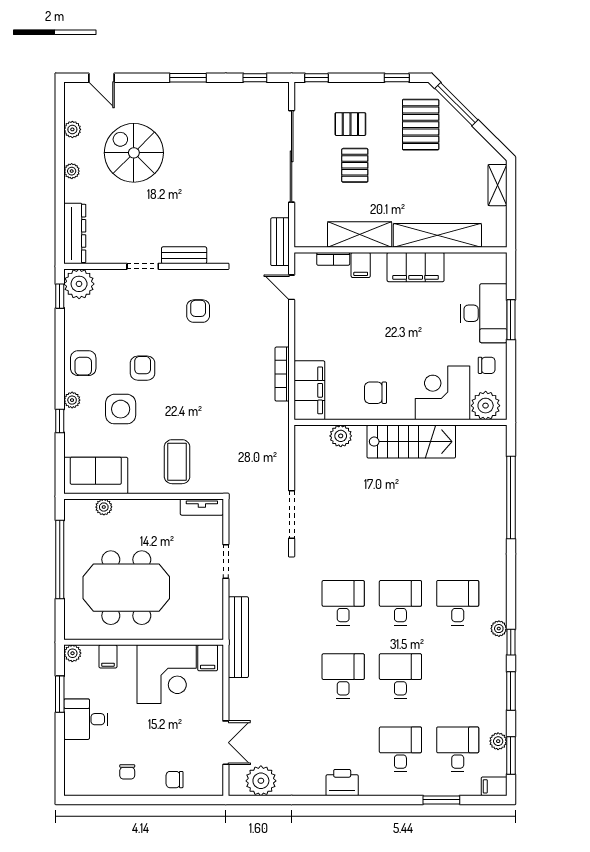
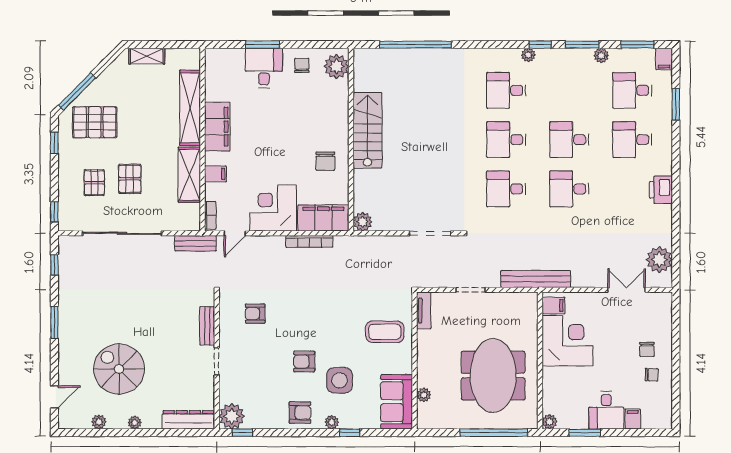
spiral stairs: (134, 153) -> (119, 369), turned 90
pallet: (355, 165) -> (130, 179), turned 90
bookcase: (333, 259) -> (210, 215), moved
desk: (484, 313) -> (264, 68), width x0.73
corner desk: (442, 393) -> (273, 208), moved, turned 90
plant: (341, 436) -> (363, 222), moved
window: (60, 559) -> (494, 433), moved
filing cabinet: (108, 656) -> (633, 419), moved, turned -90
plant: (498, 741) -> (601, 56), moved
chair: (175, 780) -> (647, 349), moved

